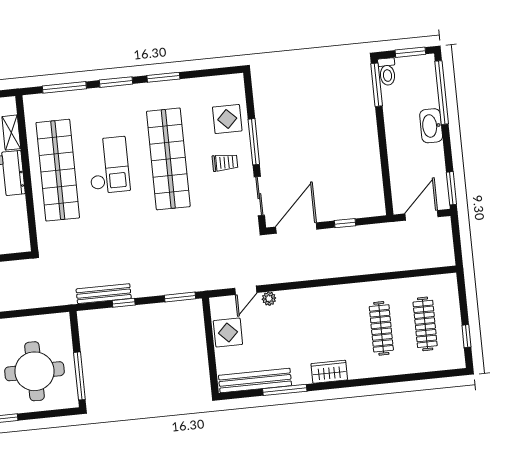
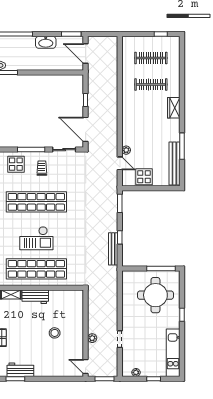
washbasin: (431, 126) -> (46, 42), moved
checkout: (109, 165) -> (36, 238), turned 180
wardrobe: (329, 372) -> (174, 108), moved

